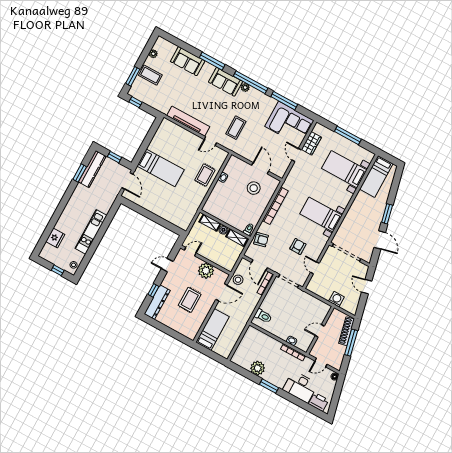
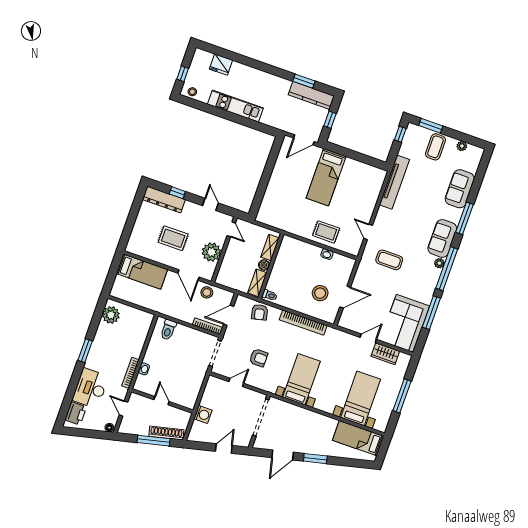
tv unit: (188, 121) -> (394, 182), moved
plant: (258, 368) -> (111, 315), moved

